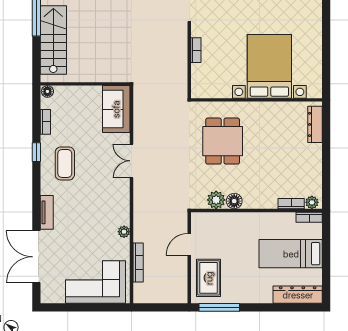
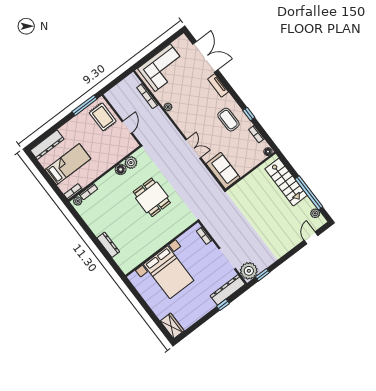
bed with nightstands: (269, 66) -> (169, 272), moved
wall: (257, 100) -> (162, 249), moved

